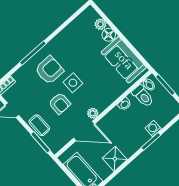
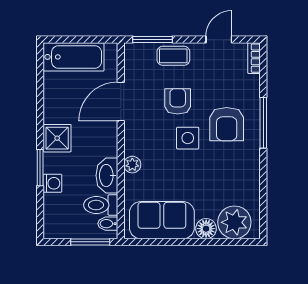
plant: (100, 24) -> (234, 222), width x1.88, depth x1.88
armchair: (60, 103) -> (178, 101), turned 90
washbasin: (124, 104) -> (107, 176), width x1.91, depth x1.45
plant: (93, 113) -> (132, 165), moved
shower: (115, 159) -> (57, 138), moved

